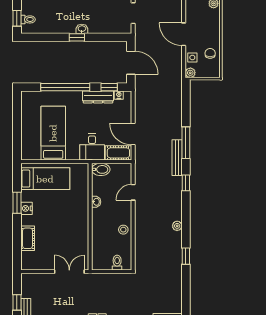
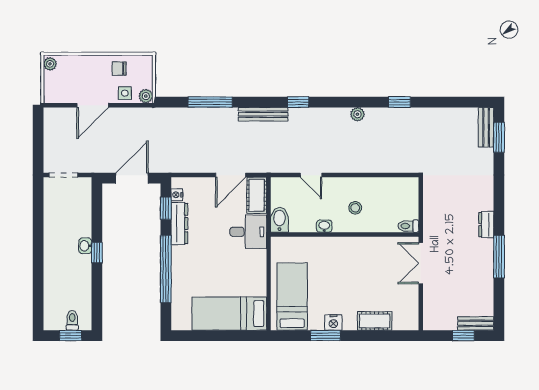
bed: (53, 133) -> (229, 314), moved
window: (186, 143) -> (210, 102), moved
stool: (123, 230) -> (355, 208), moved
toilet: (117, 263) -> (408, 226), moved

